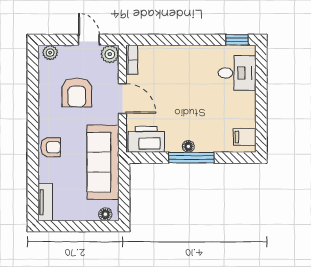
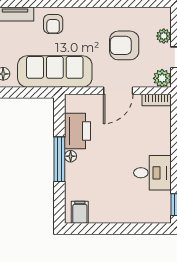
plant: (50, 53) -> (164, 36), moved
desk: (237, 73) -> (152, 173), moved, turned -90
printer: (146, 139) -> (78, 131), moved
armchair: (51, 147) -> (53, 24), moved

